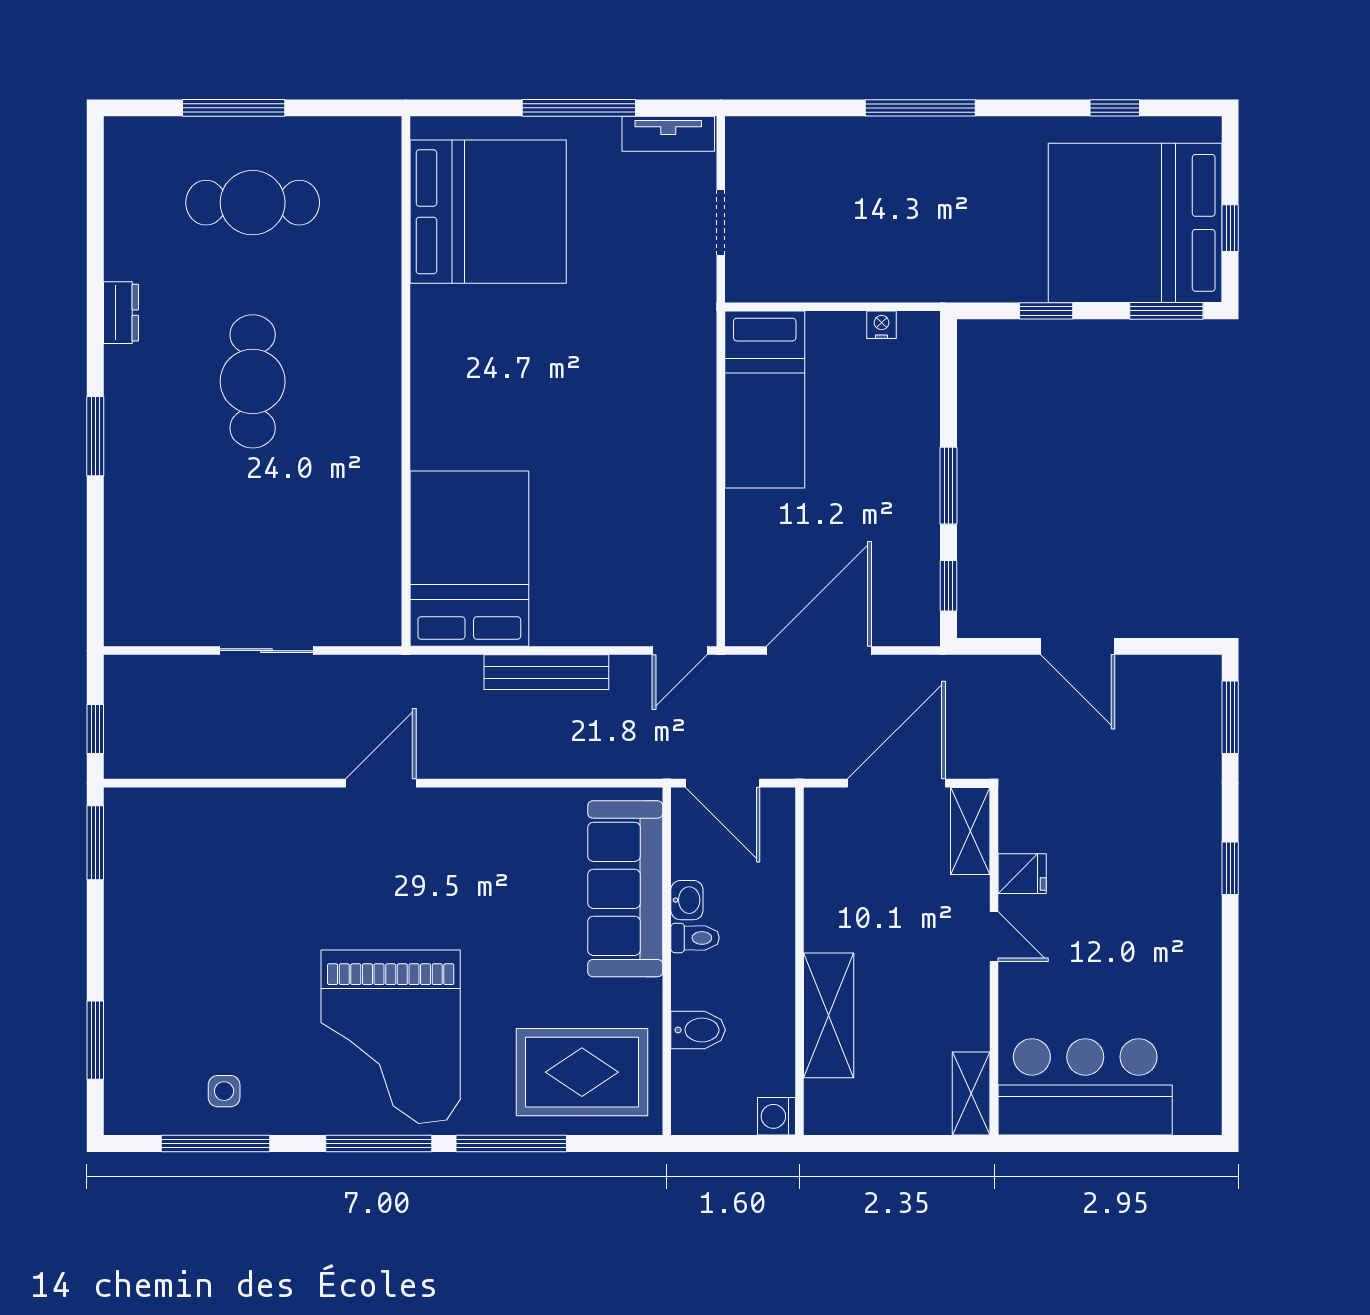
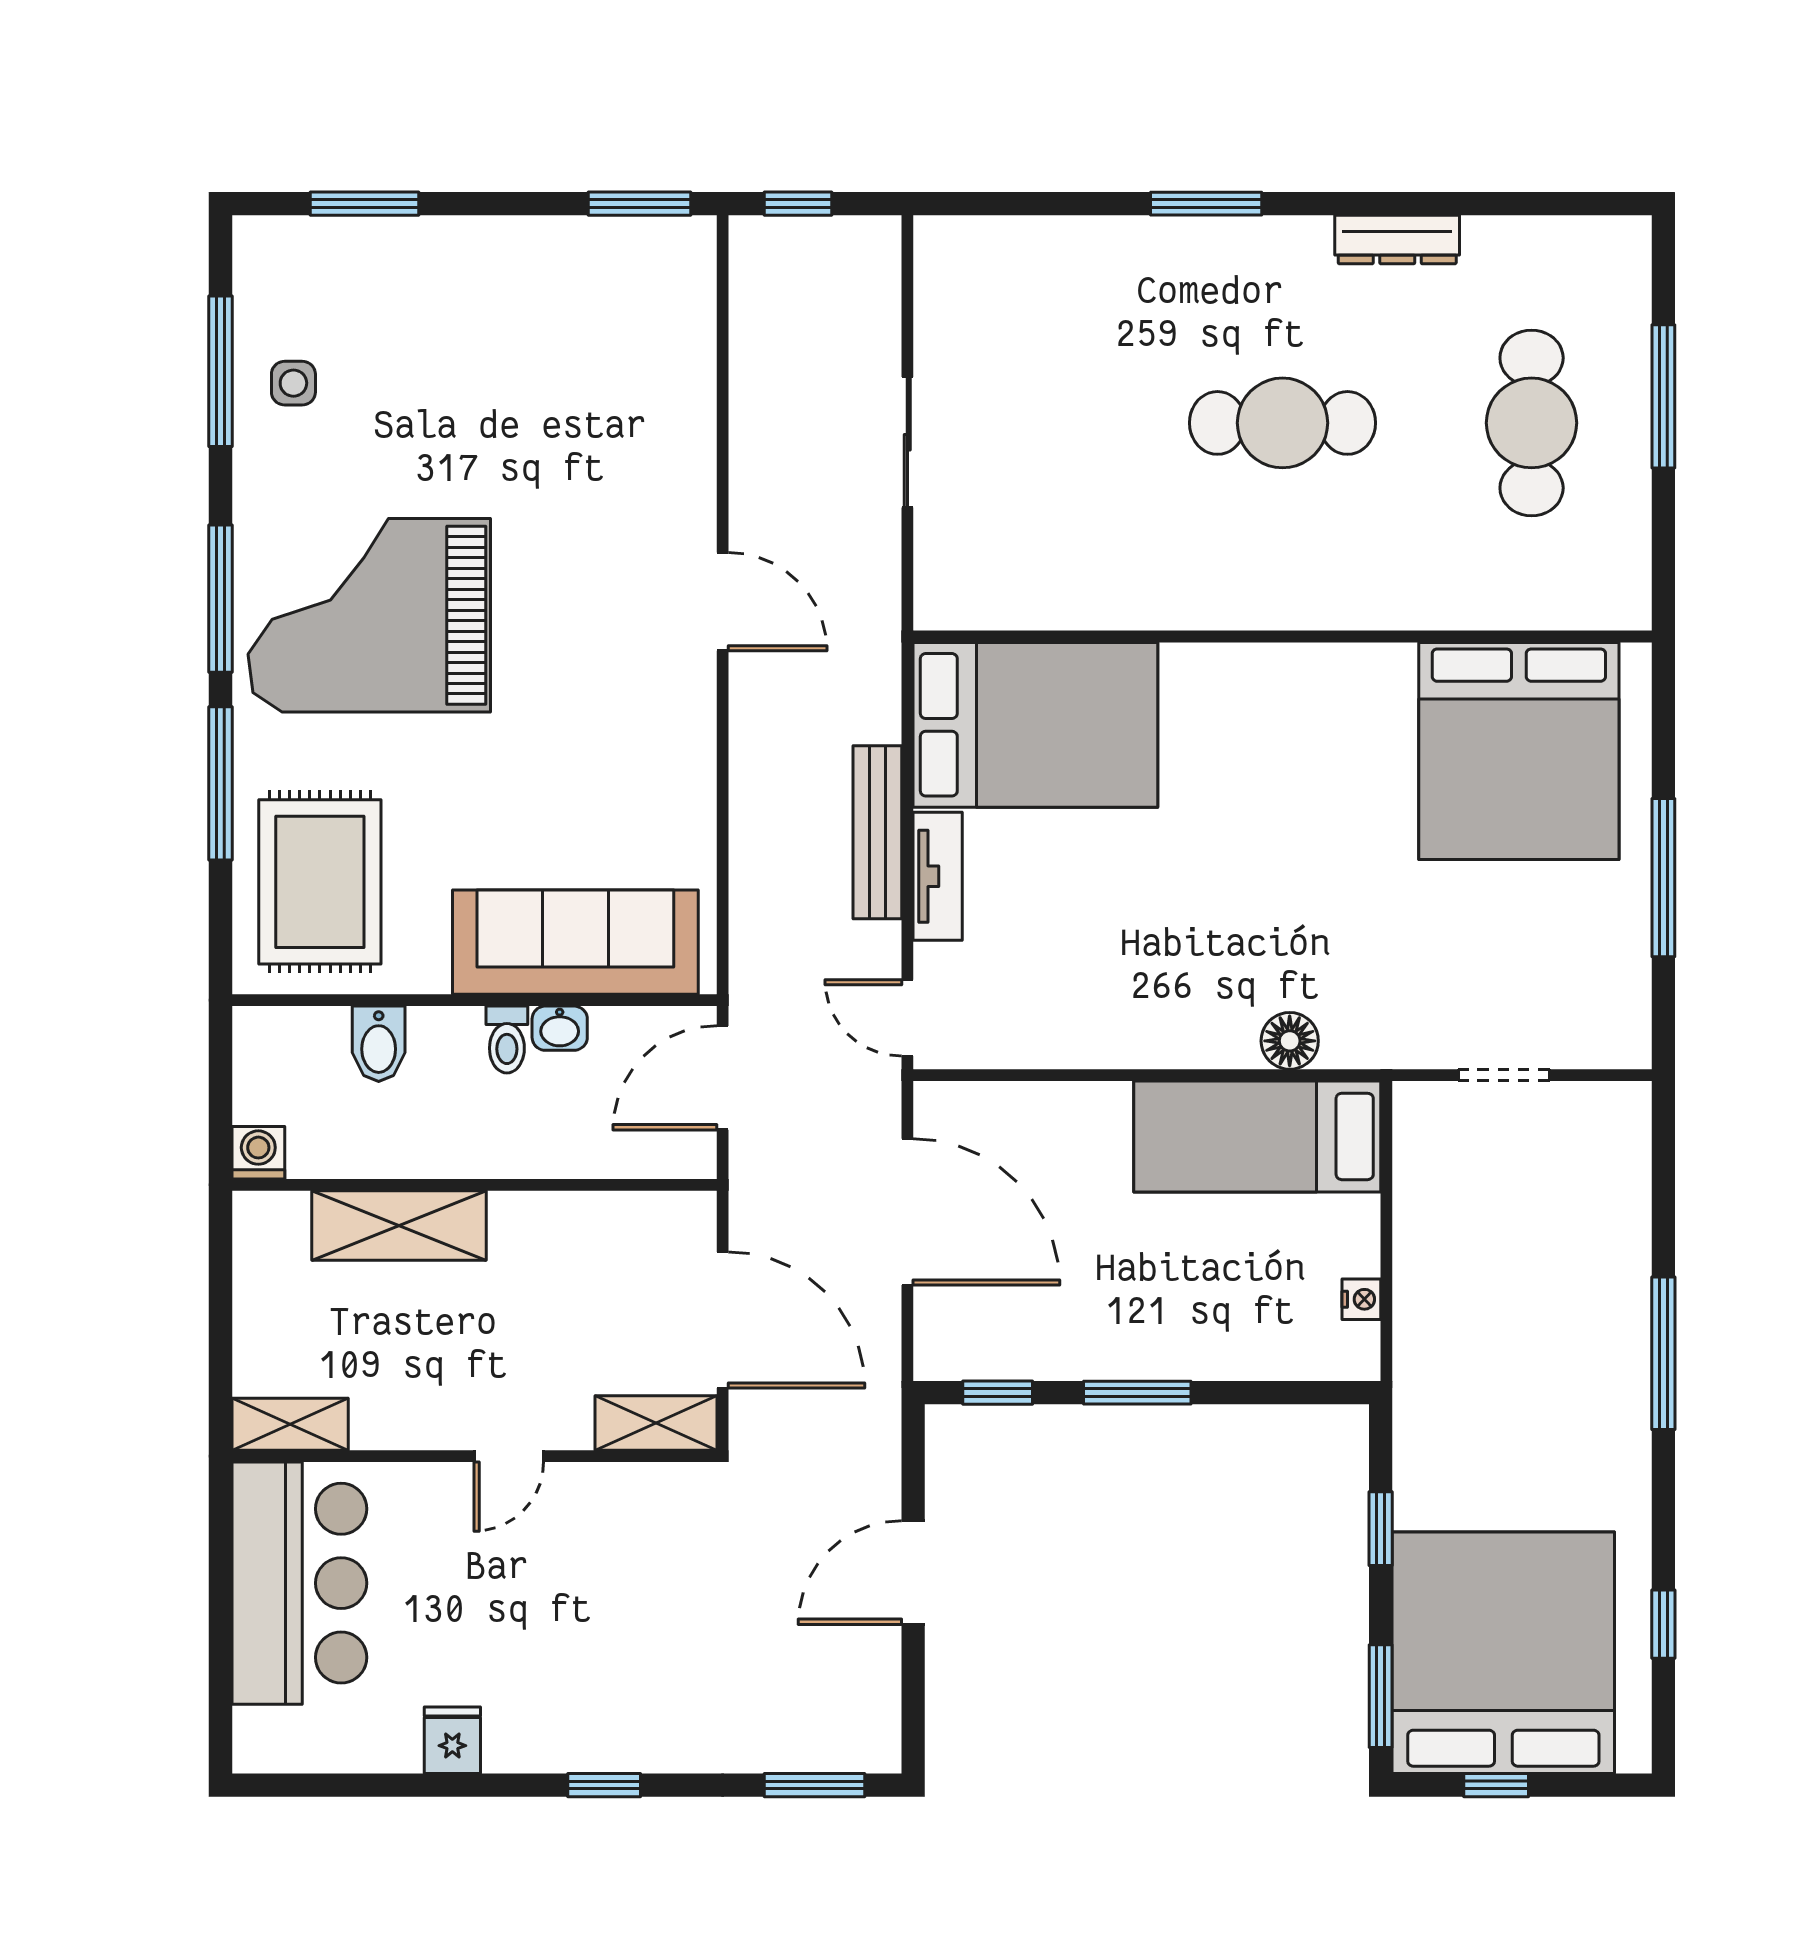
tv unit: (668, 134) -> (938, 876), moved, turned 180
dresser: (121, 313) -> (1397, 239), width x1.44
floor lamp: (696, 376) -> (1290, 1041), added
fridge: (1022, 874) -> (452, 1740), moved, turned 180

